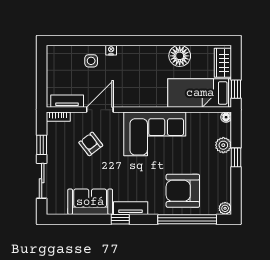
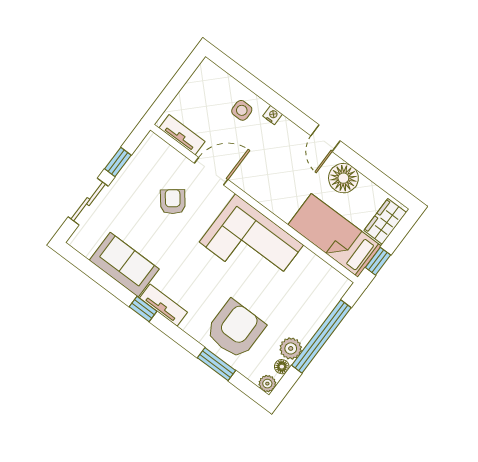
door: (152, 40) -> (326, 138), added
bookcase: (58, 117) -> (159, 145), removed
floor lamp: (226, 117) -> (282, 367), moved
plant: (223, 145) -> (291, 348), moved
window: (236, 157) -> (321, 336), width x3.17
armchair: (183, 191) -> (235, 329), turned 90
window: (187, 219) -> (216, 364), width x0.47

